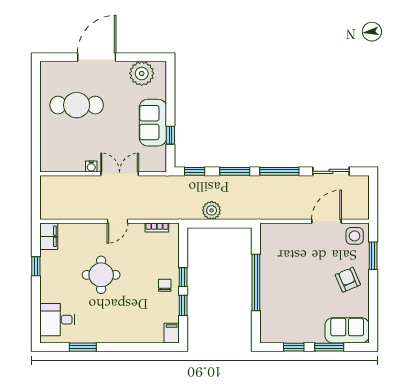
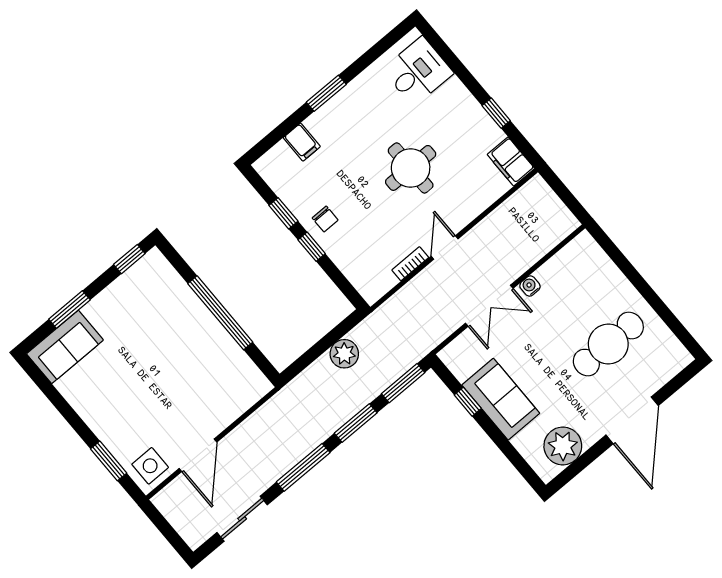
window: (195, 171) -> (403, 383), width x1.50
bookcase: (157, 227) -> (410, 264), moved
armchair: (348, 280) -> (114, 407), removed
filing cabinet: (172, 333) -> (302, 142), moved
window: (83, 347) -> (326, 93), moved
window: (294, 347) -> (129, 259), moved

